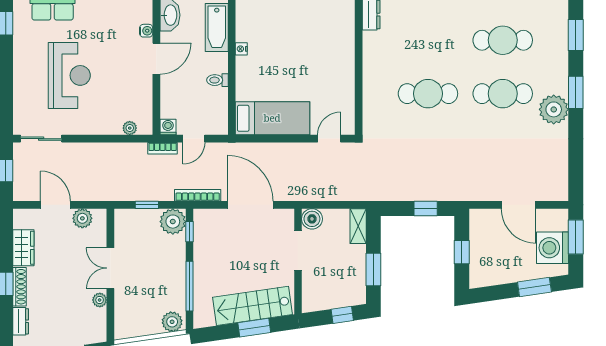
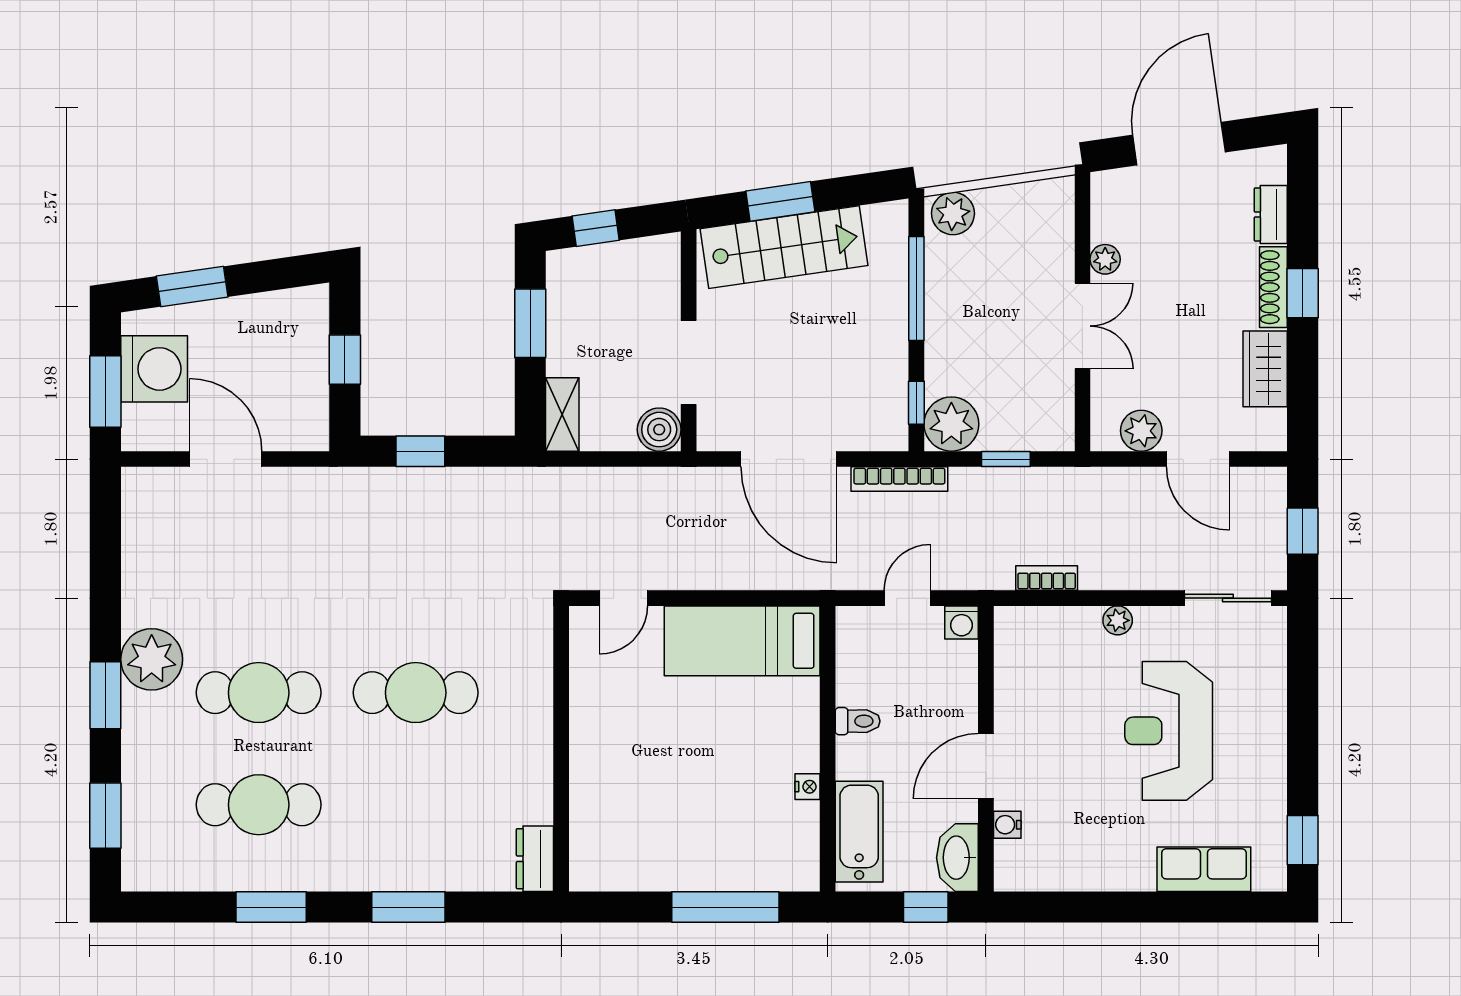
plant: (130, 128) -> (1118, 620), moved
bookcase: (163, 148) -> (1047, 578), moved

